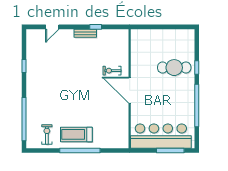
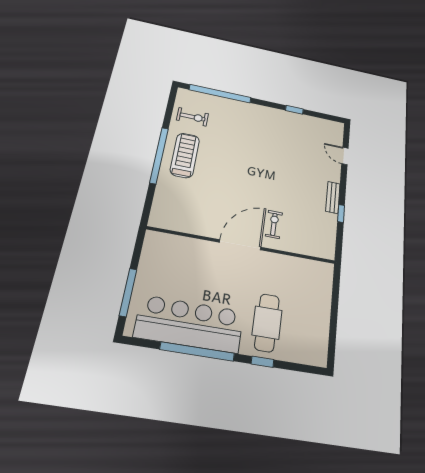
bar counter: (161, 136) -> (190, 324), moved, turned -90

